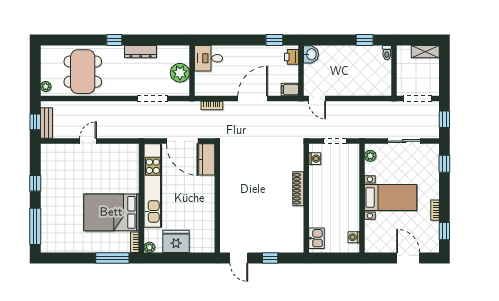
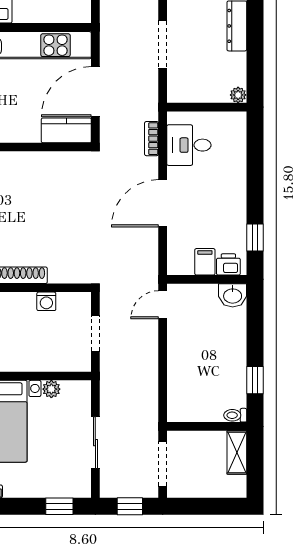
shelving: (425, 52) -> (237, 452), moved
desk: (209, 58) -> (189, 145), moved, turned -90
plant: (180, 73) -> (238, 95), moved, width x0.53, depth x0.53
filing cabinet: (290, 90) -> (205, 262), moved
door: (253, 99) -> (163, 203), swing flipped
plant: (370, 156) -> (51, 389), moved
washing machine: (315, 159) -> (46, 301), moved

